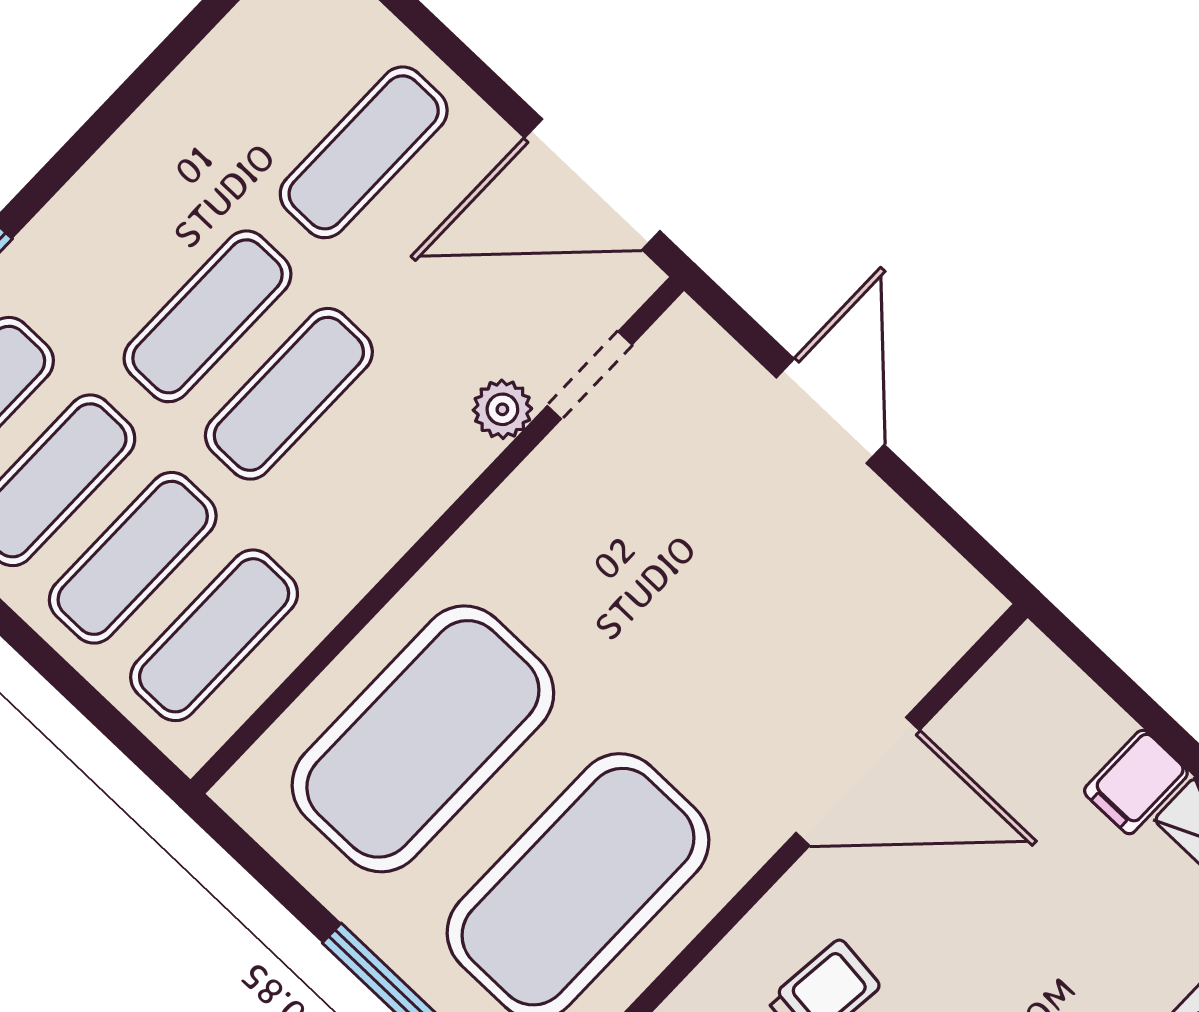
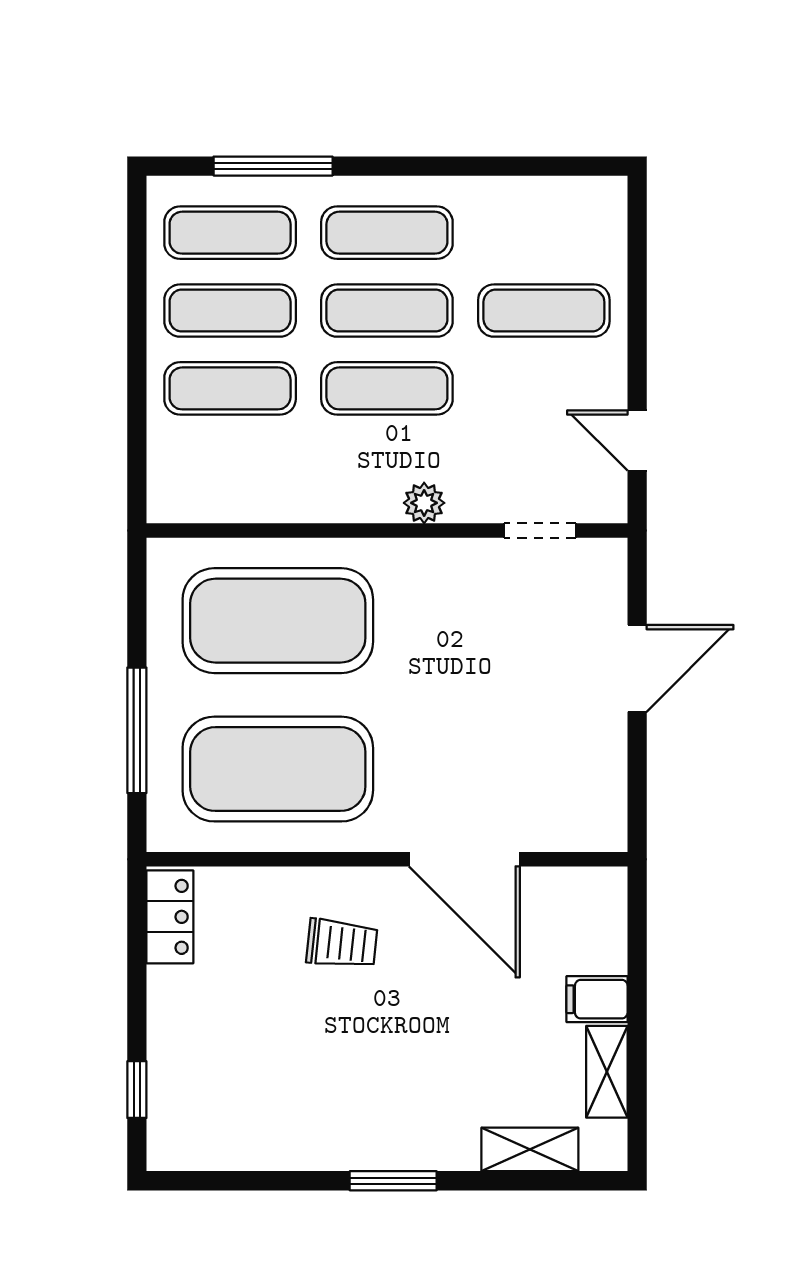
door: (592, 184) -> (637, 441), width x0.53
plant: (502, 409) -> (424, 503), moved
exercise mat: (214, 635) -> (387, 233), moved

